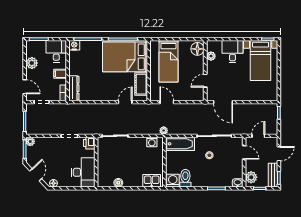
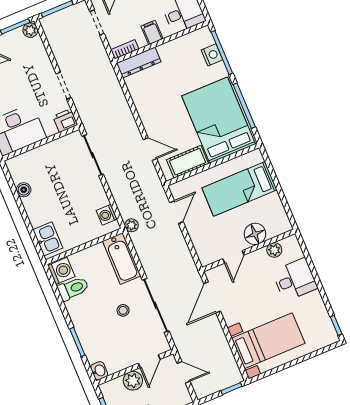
nightstand: (74, 45) -> (212, 55), moved
floor lamp: (197, 49) -> (255, 234), moved
bed with nightstands: (261, 60) -> (268, 341), moved, turned 180
door: (205, 81) -> (233, 257), swing flipped
plant: (251, 177) -> (133, 381), moved

